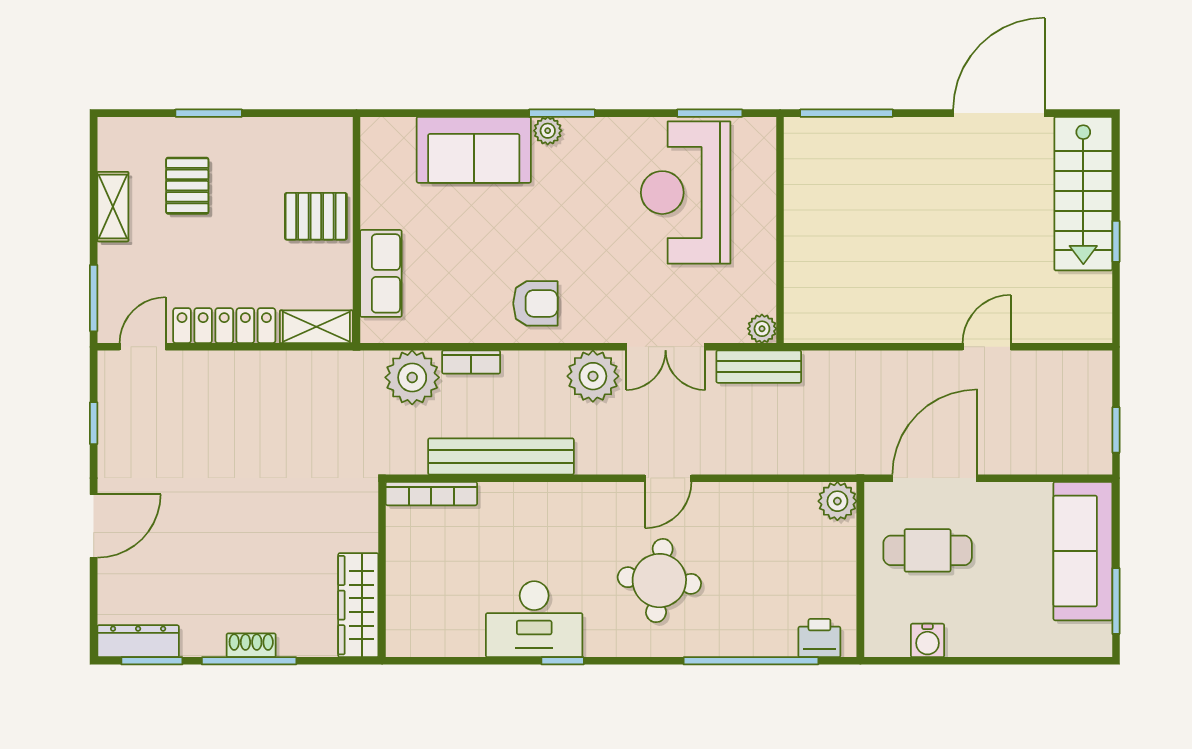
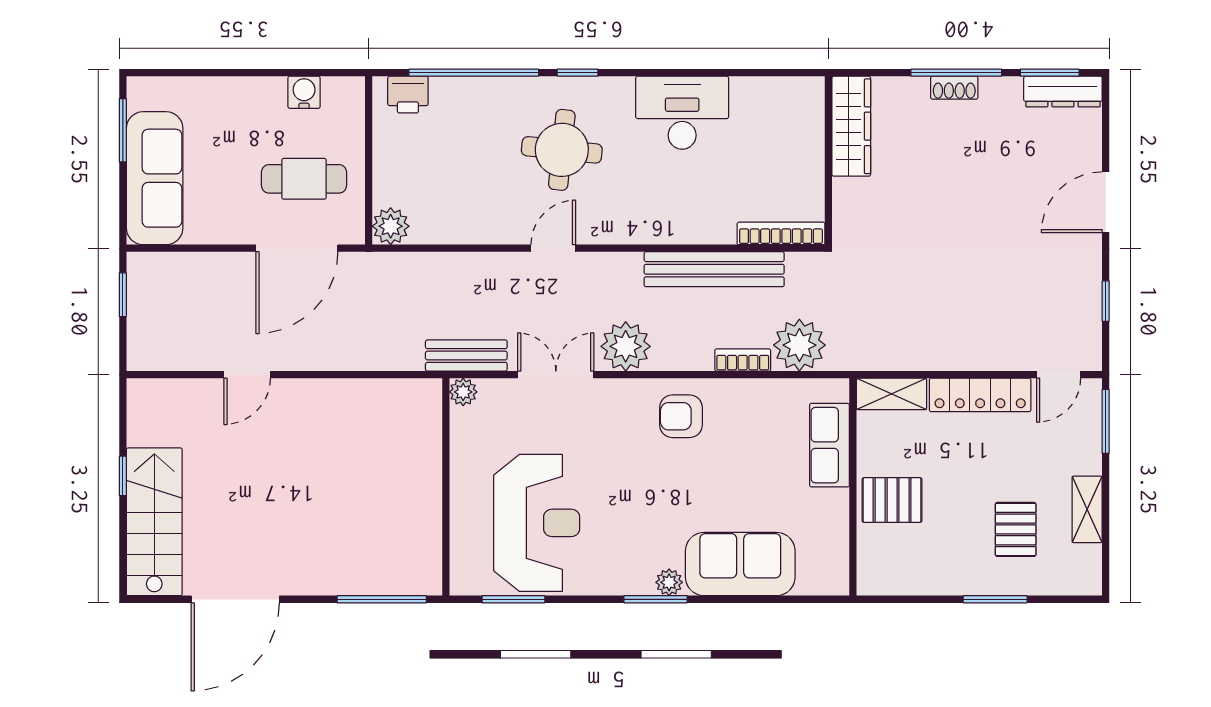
window: (563, 661) -> (578, 73), moved

